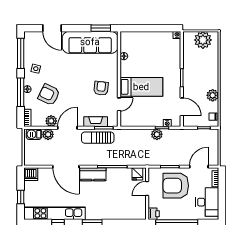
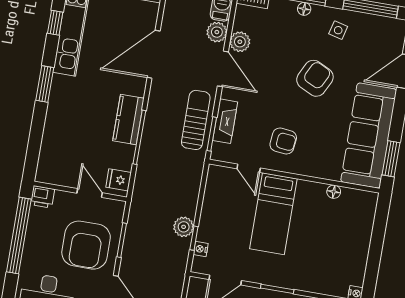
armchair: (49, 95) -> (315, 78), moved
kitchen counter: (93, 174) -> (128, 119), moved
armchair: (176, 186) -> (86, 245), turned 180

